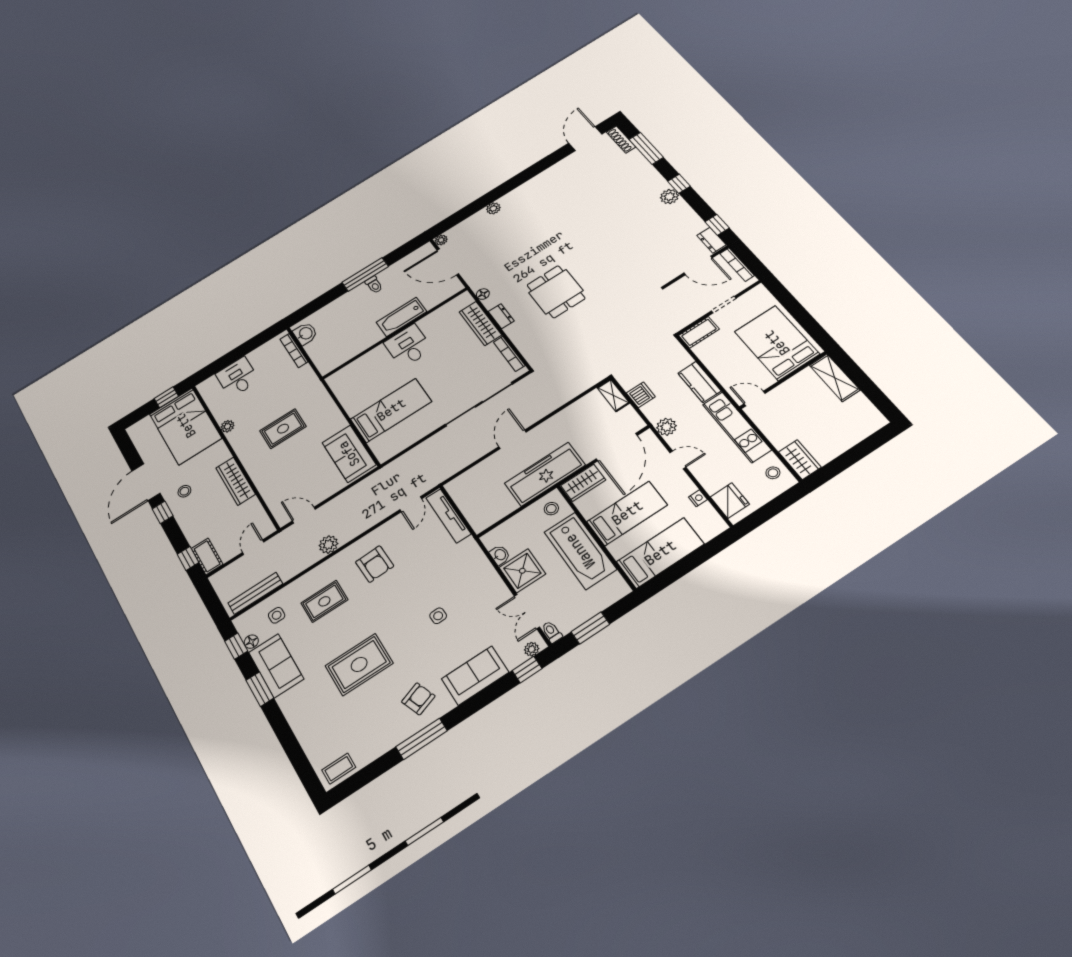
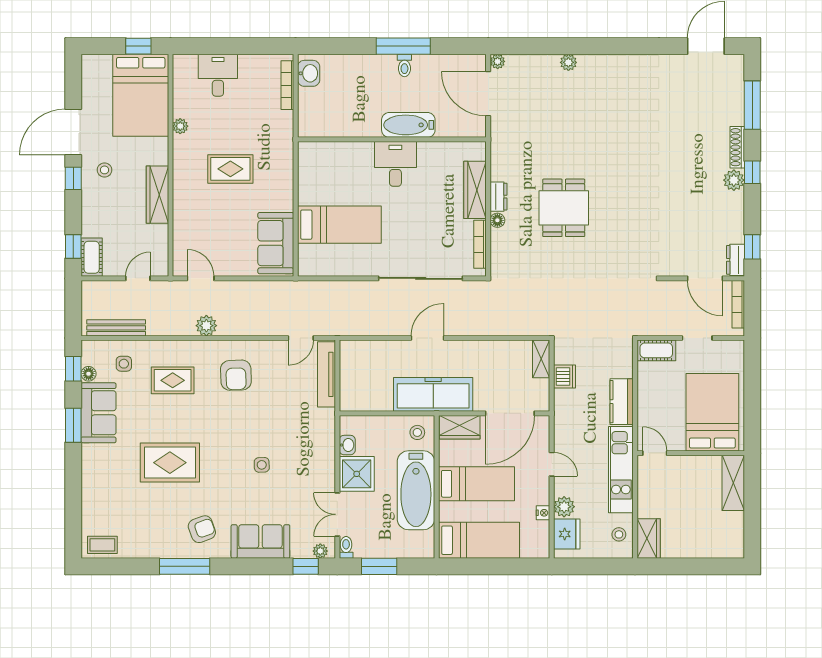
shoe rack: (621, 140) -> (737, 147), moved
floor lamp: (483, 294) -> (497, 220), moved
plant: (666, 427) -> (564, 507), moved

